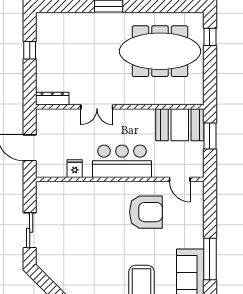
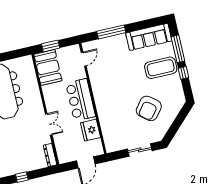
fridge: (75, 169) -> (90, 130), width x1.88, depth x1.34
armchair: (146, 212) -> (149, 108), moved, turned -142
window: (210, 259) -> (111, 32), moved

